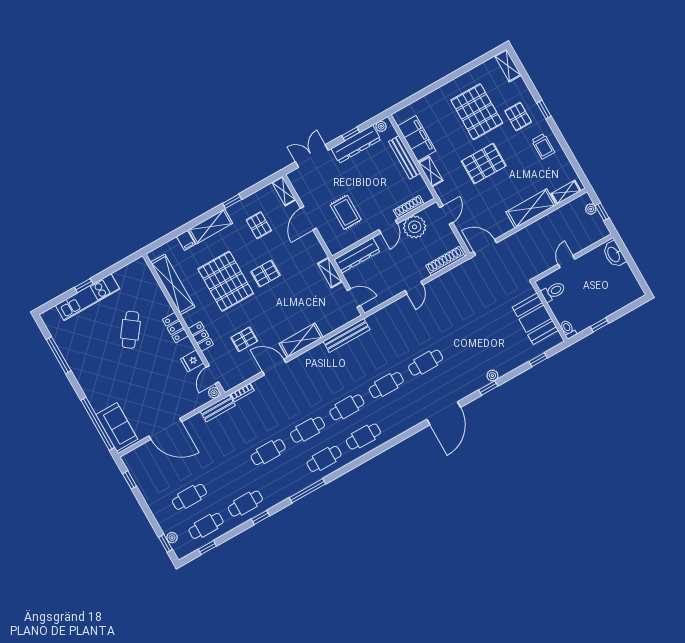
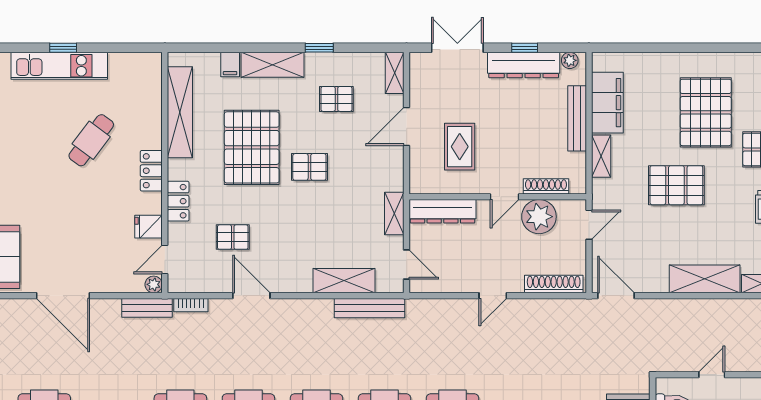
pallet: (259, 225) -> (336, 99), turned 90
shelving: (301, 340) -> (344, 281), moved

